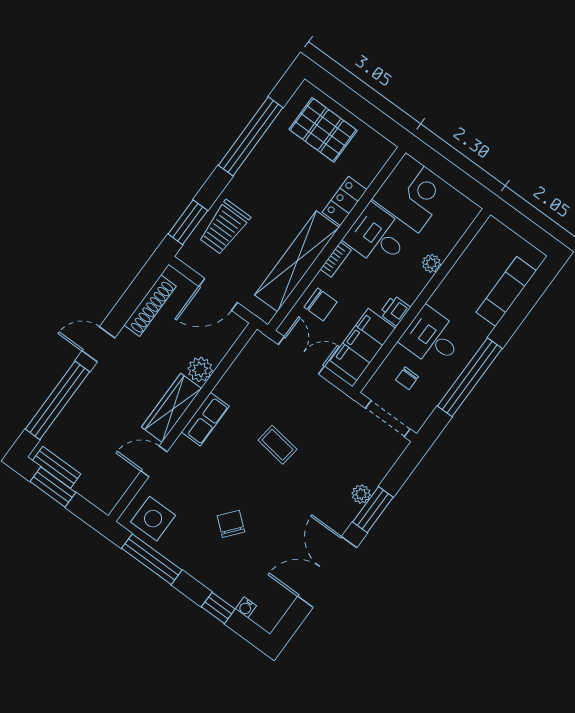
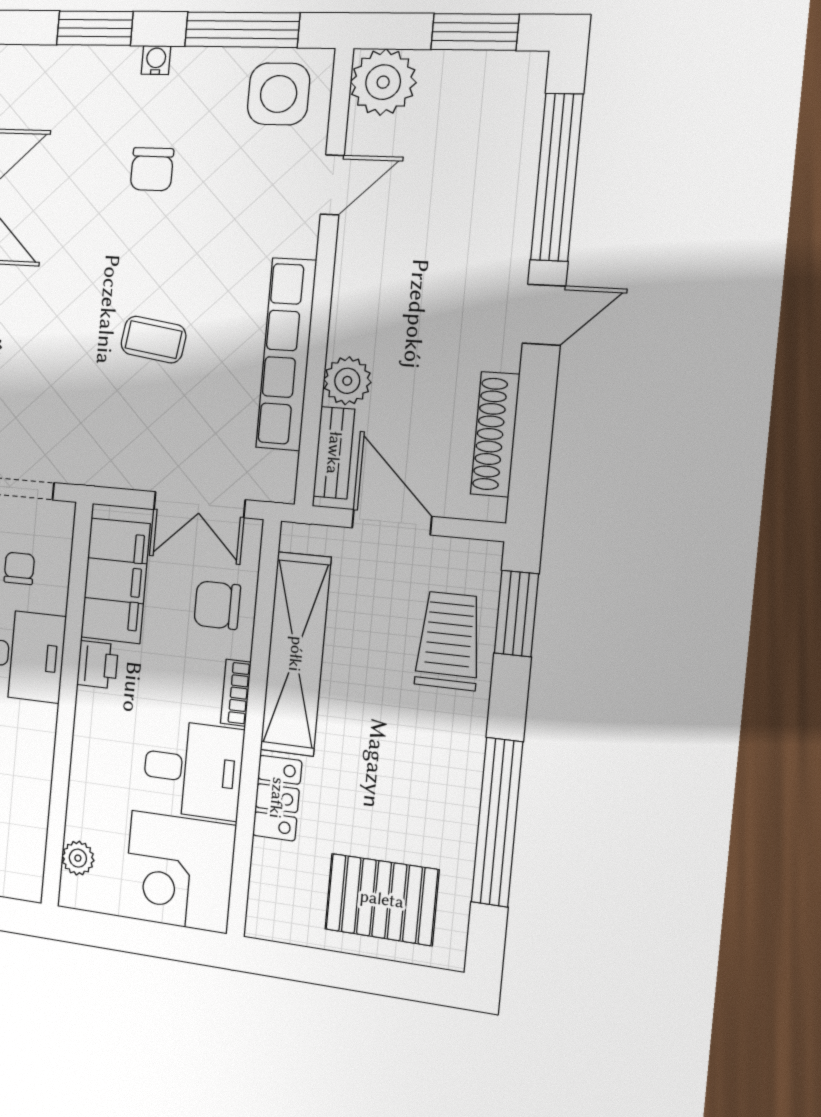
plant: (431, 263) -> (78, 858), moved
door: (218, 294) -> (392, 522), hinge flipped
wardrobe: (171, 408) -> (356, 289), removed
row of seats: (205, 419) -> (286, 354), width x2.02
bench: (57, 467) -> (334, 453), moved, turned 90
plant: (105, 492) -> (383, 82), added
chair: (231, 524) -> (152, 169), turned 50
water cooler: (246, 607) -> (156, 60), moved
window: (218, 608) -> (95, 28), width x1.50

